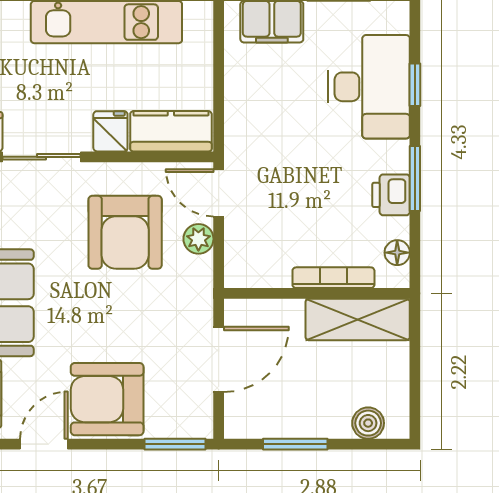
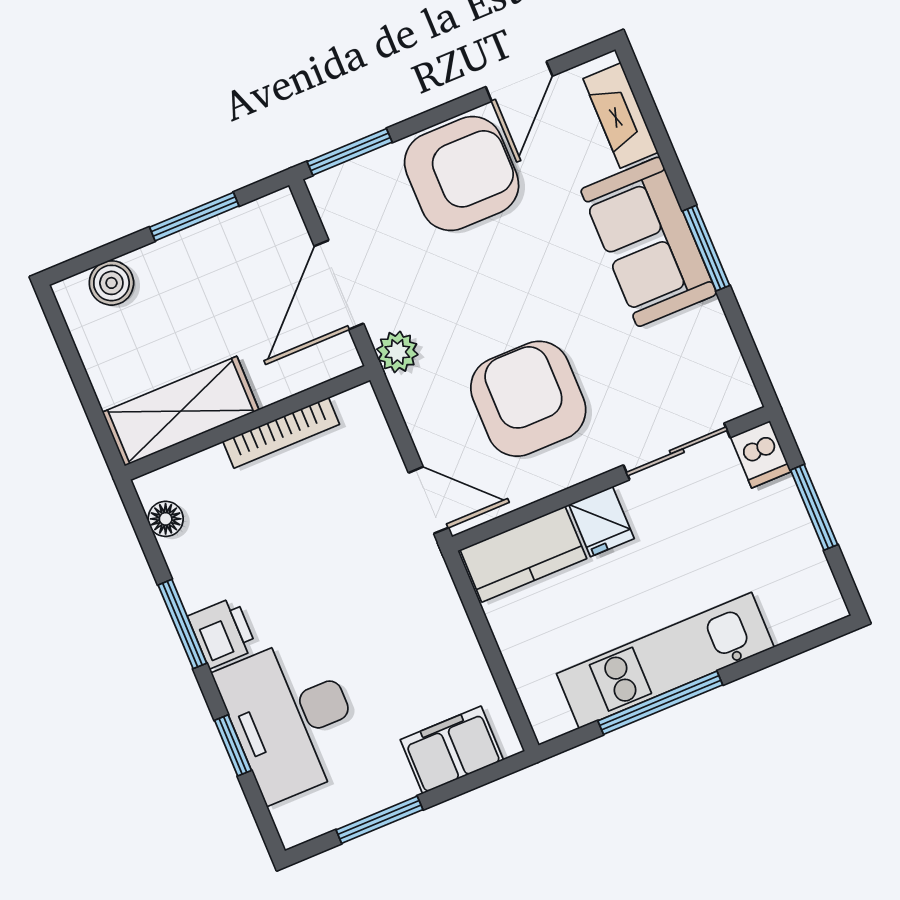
printer: (391, 195) -> (222, 633), moved
plant: (198, 239) -> (397, 352), moved
bookcase: (333, 278) -> (281, 433), moved

